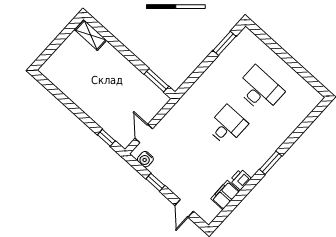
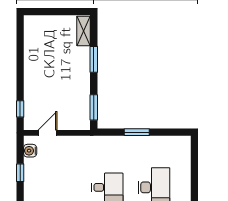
window: (224, 43) -> (137, 132), moved
window: (120, 47) -> (94, 59), added

